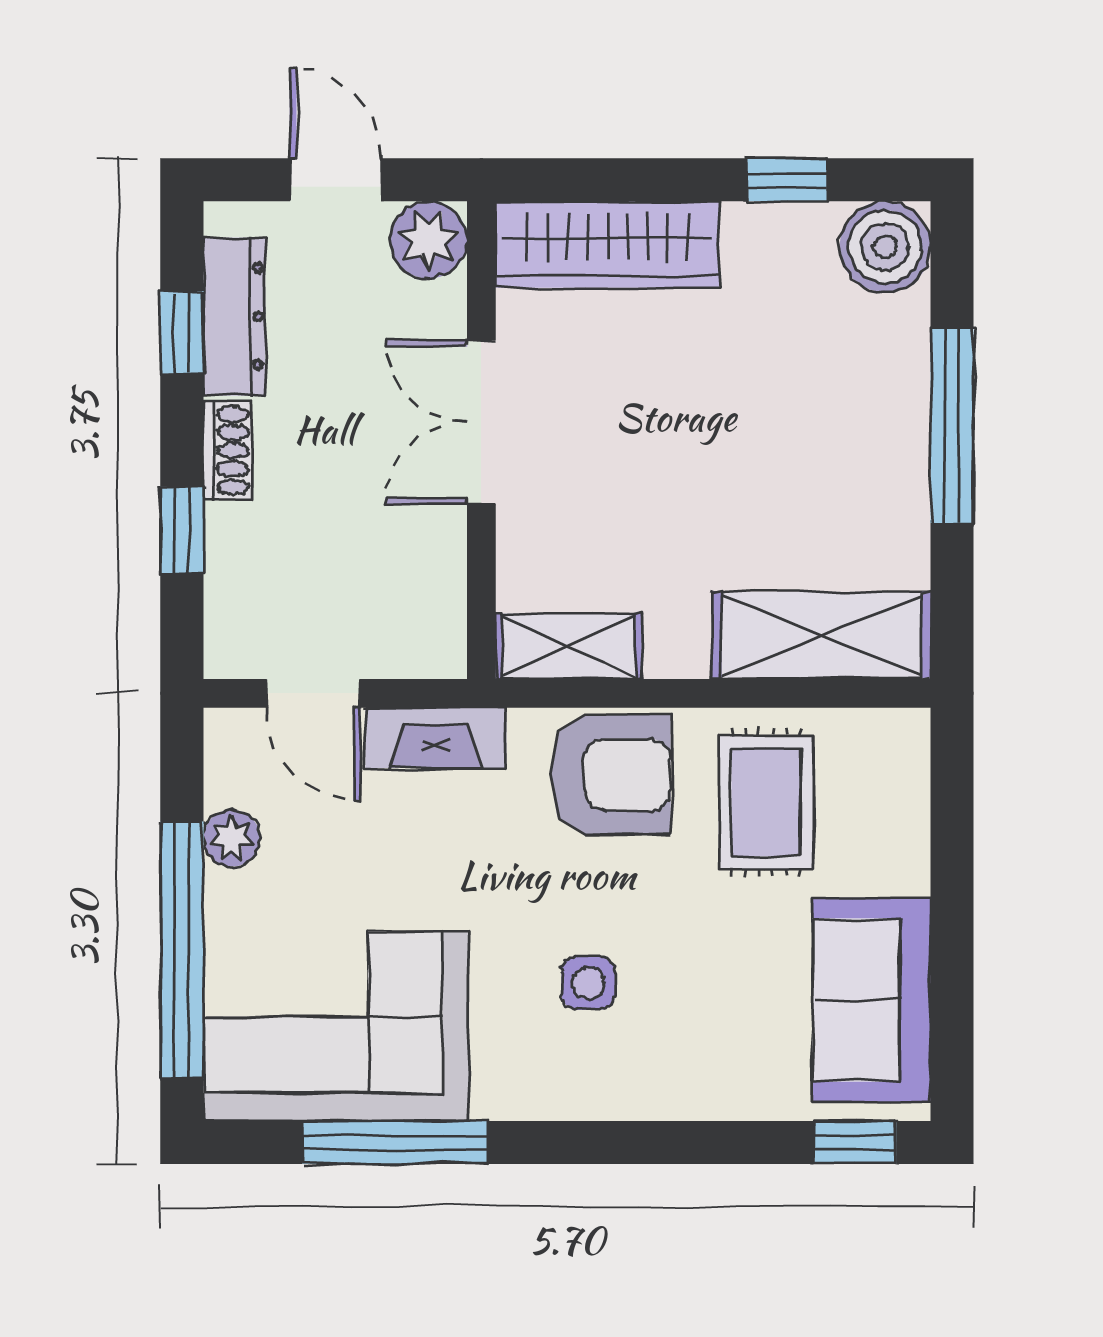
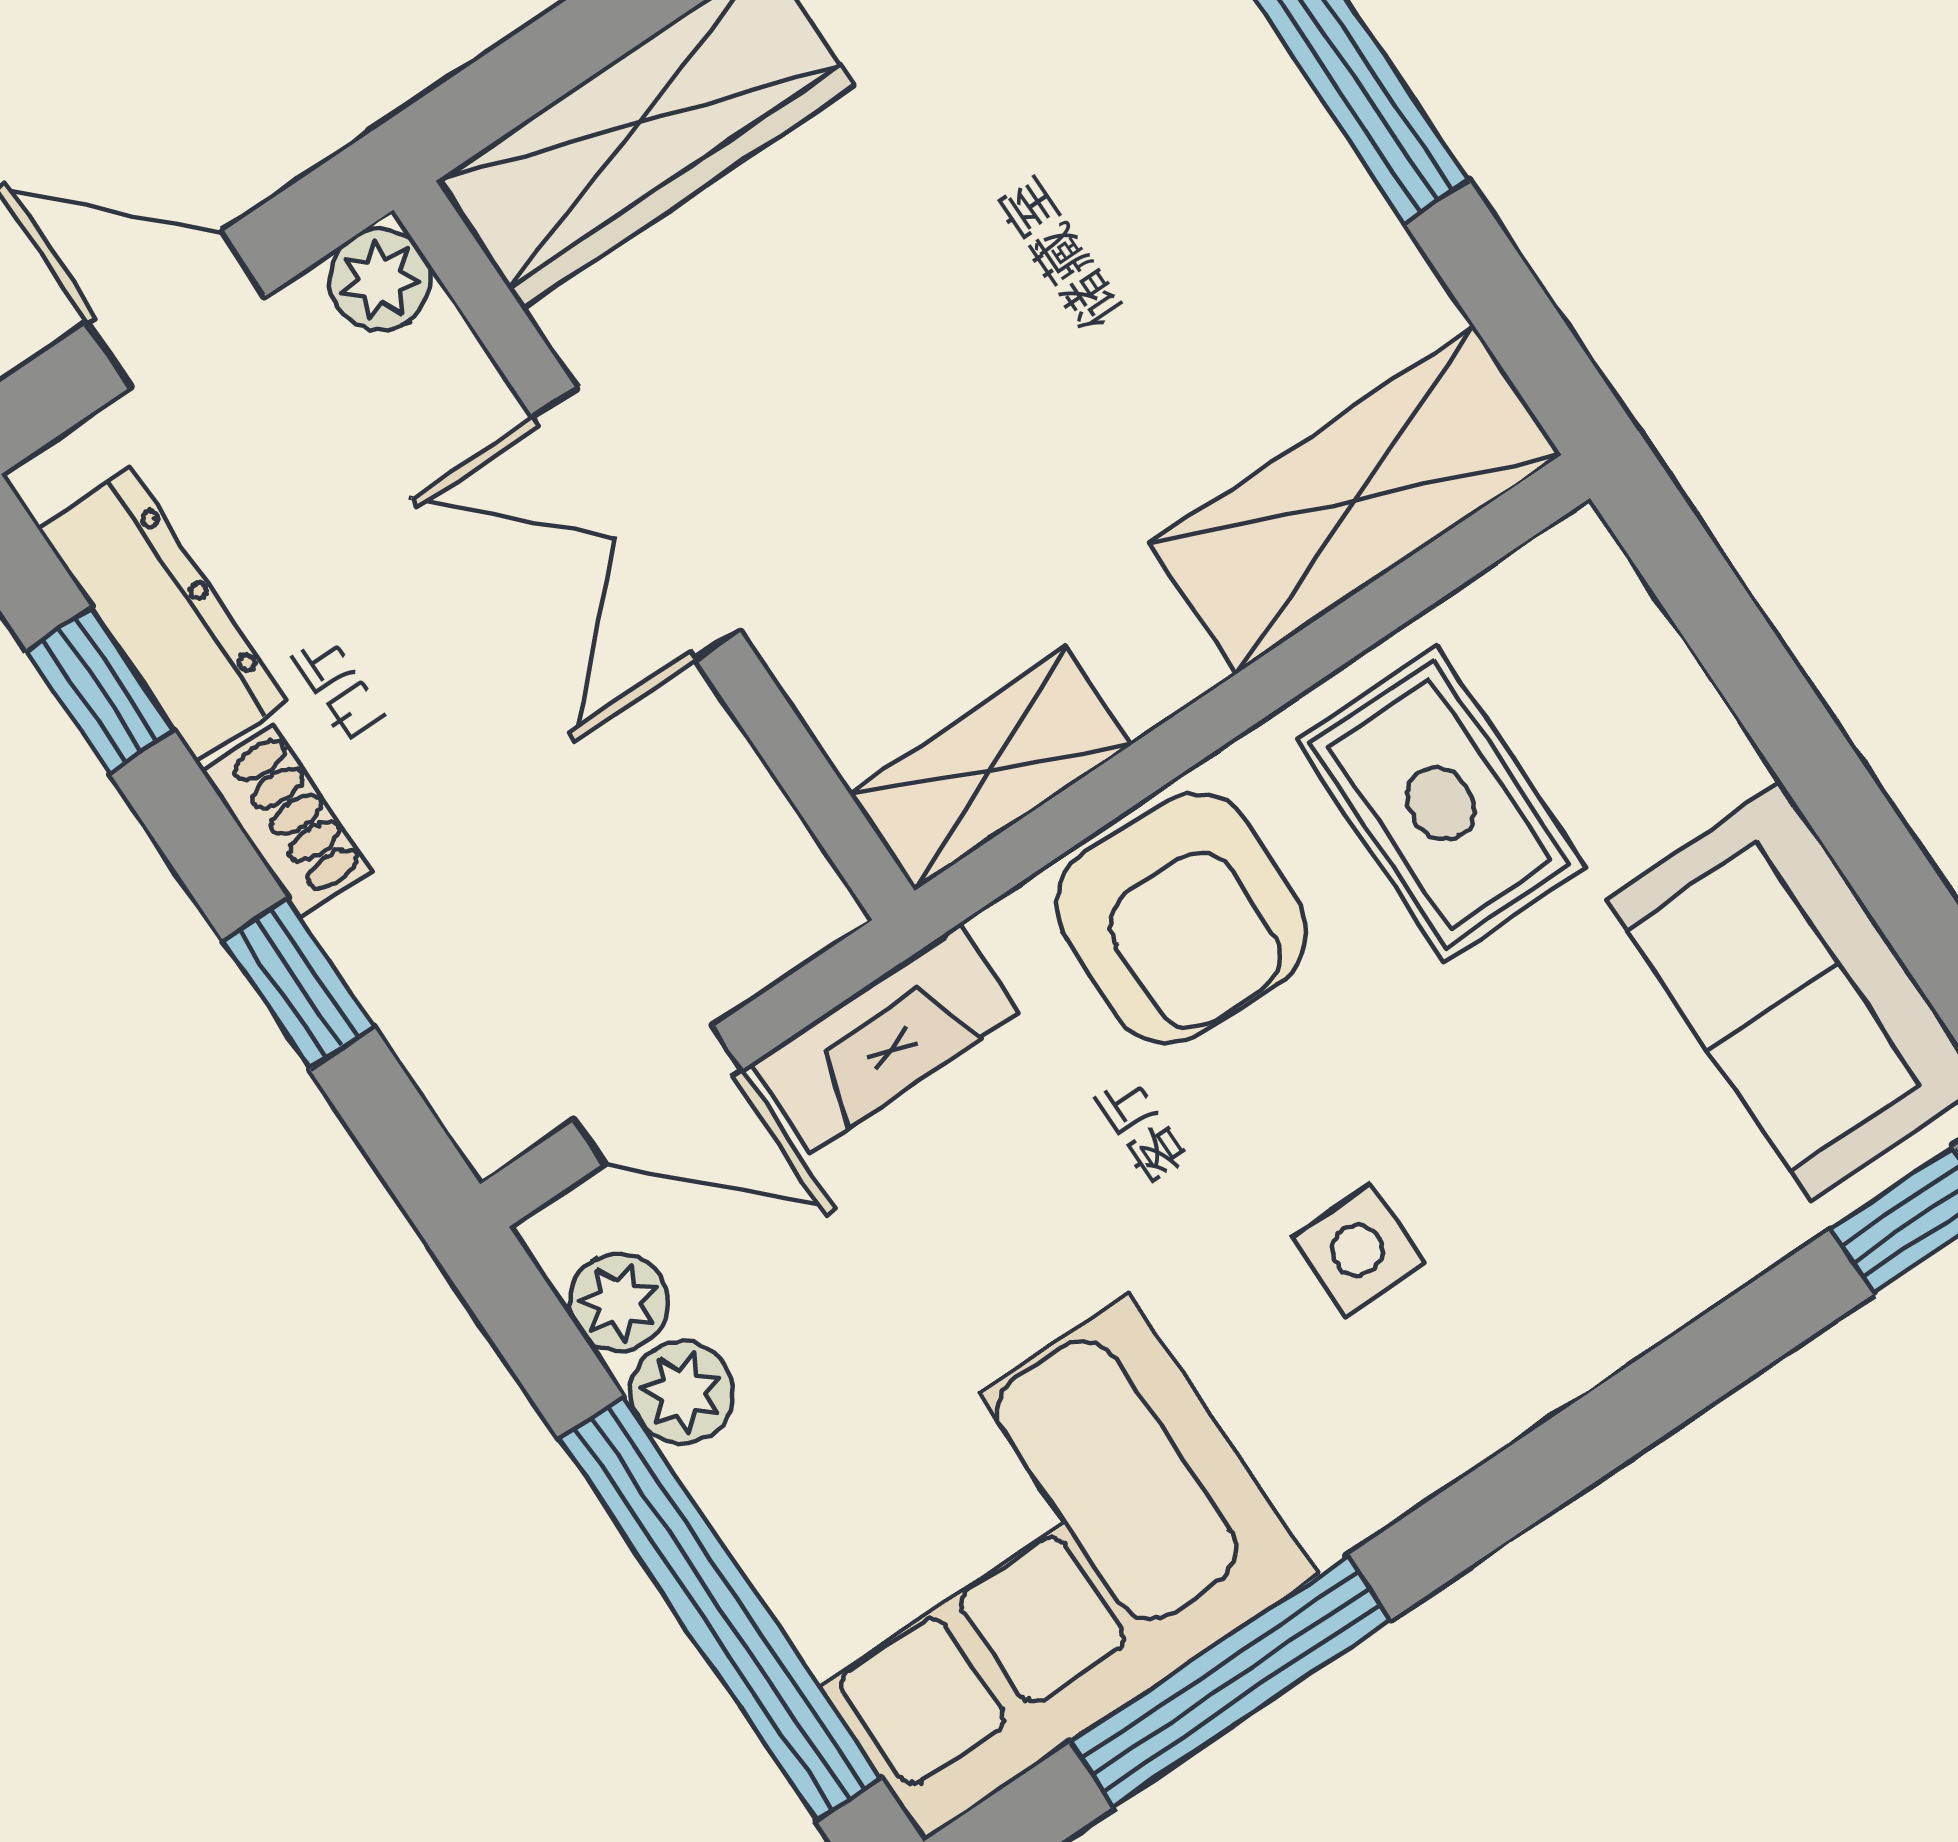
plant: (428, 240) -> (380, 280), width x0.73, depth x0.73
armchair: (610, 775) -> (1181, 918), turned 91
plant: (231, 777) -> (619, 1302), added

